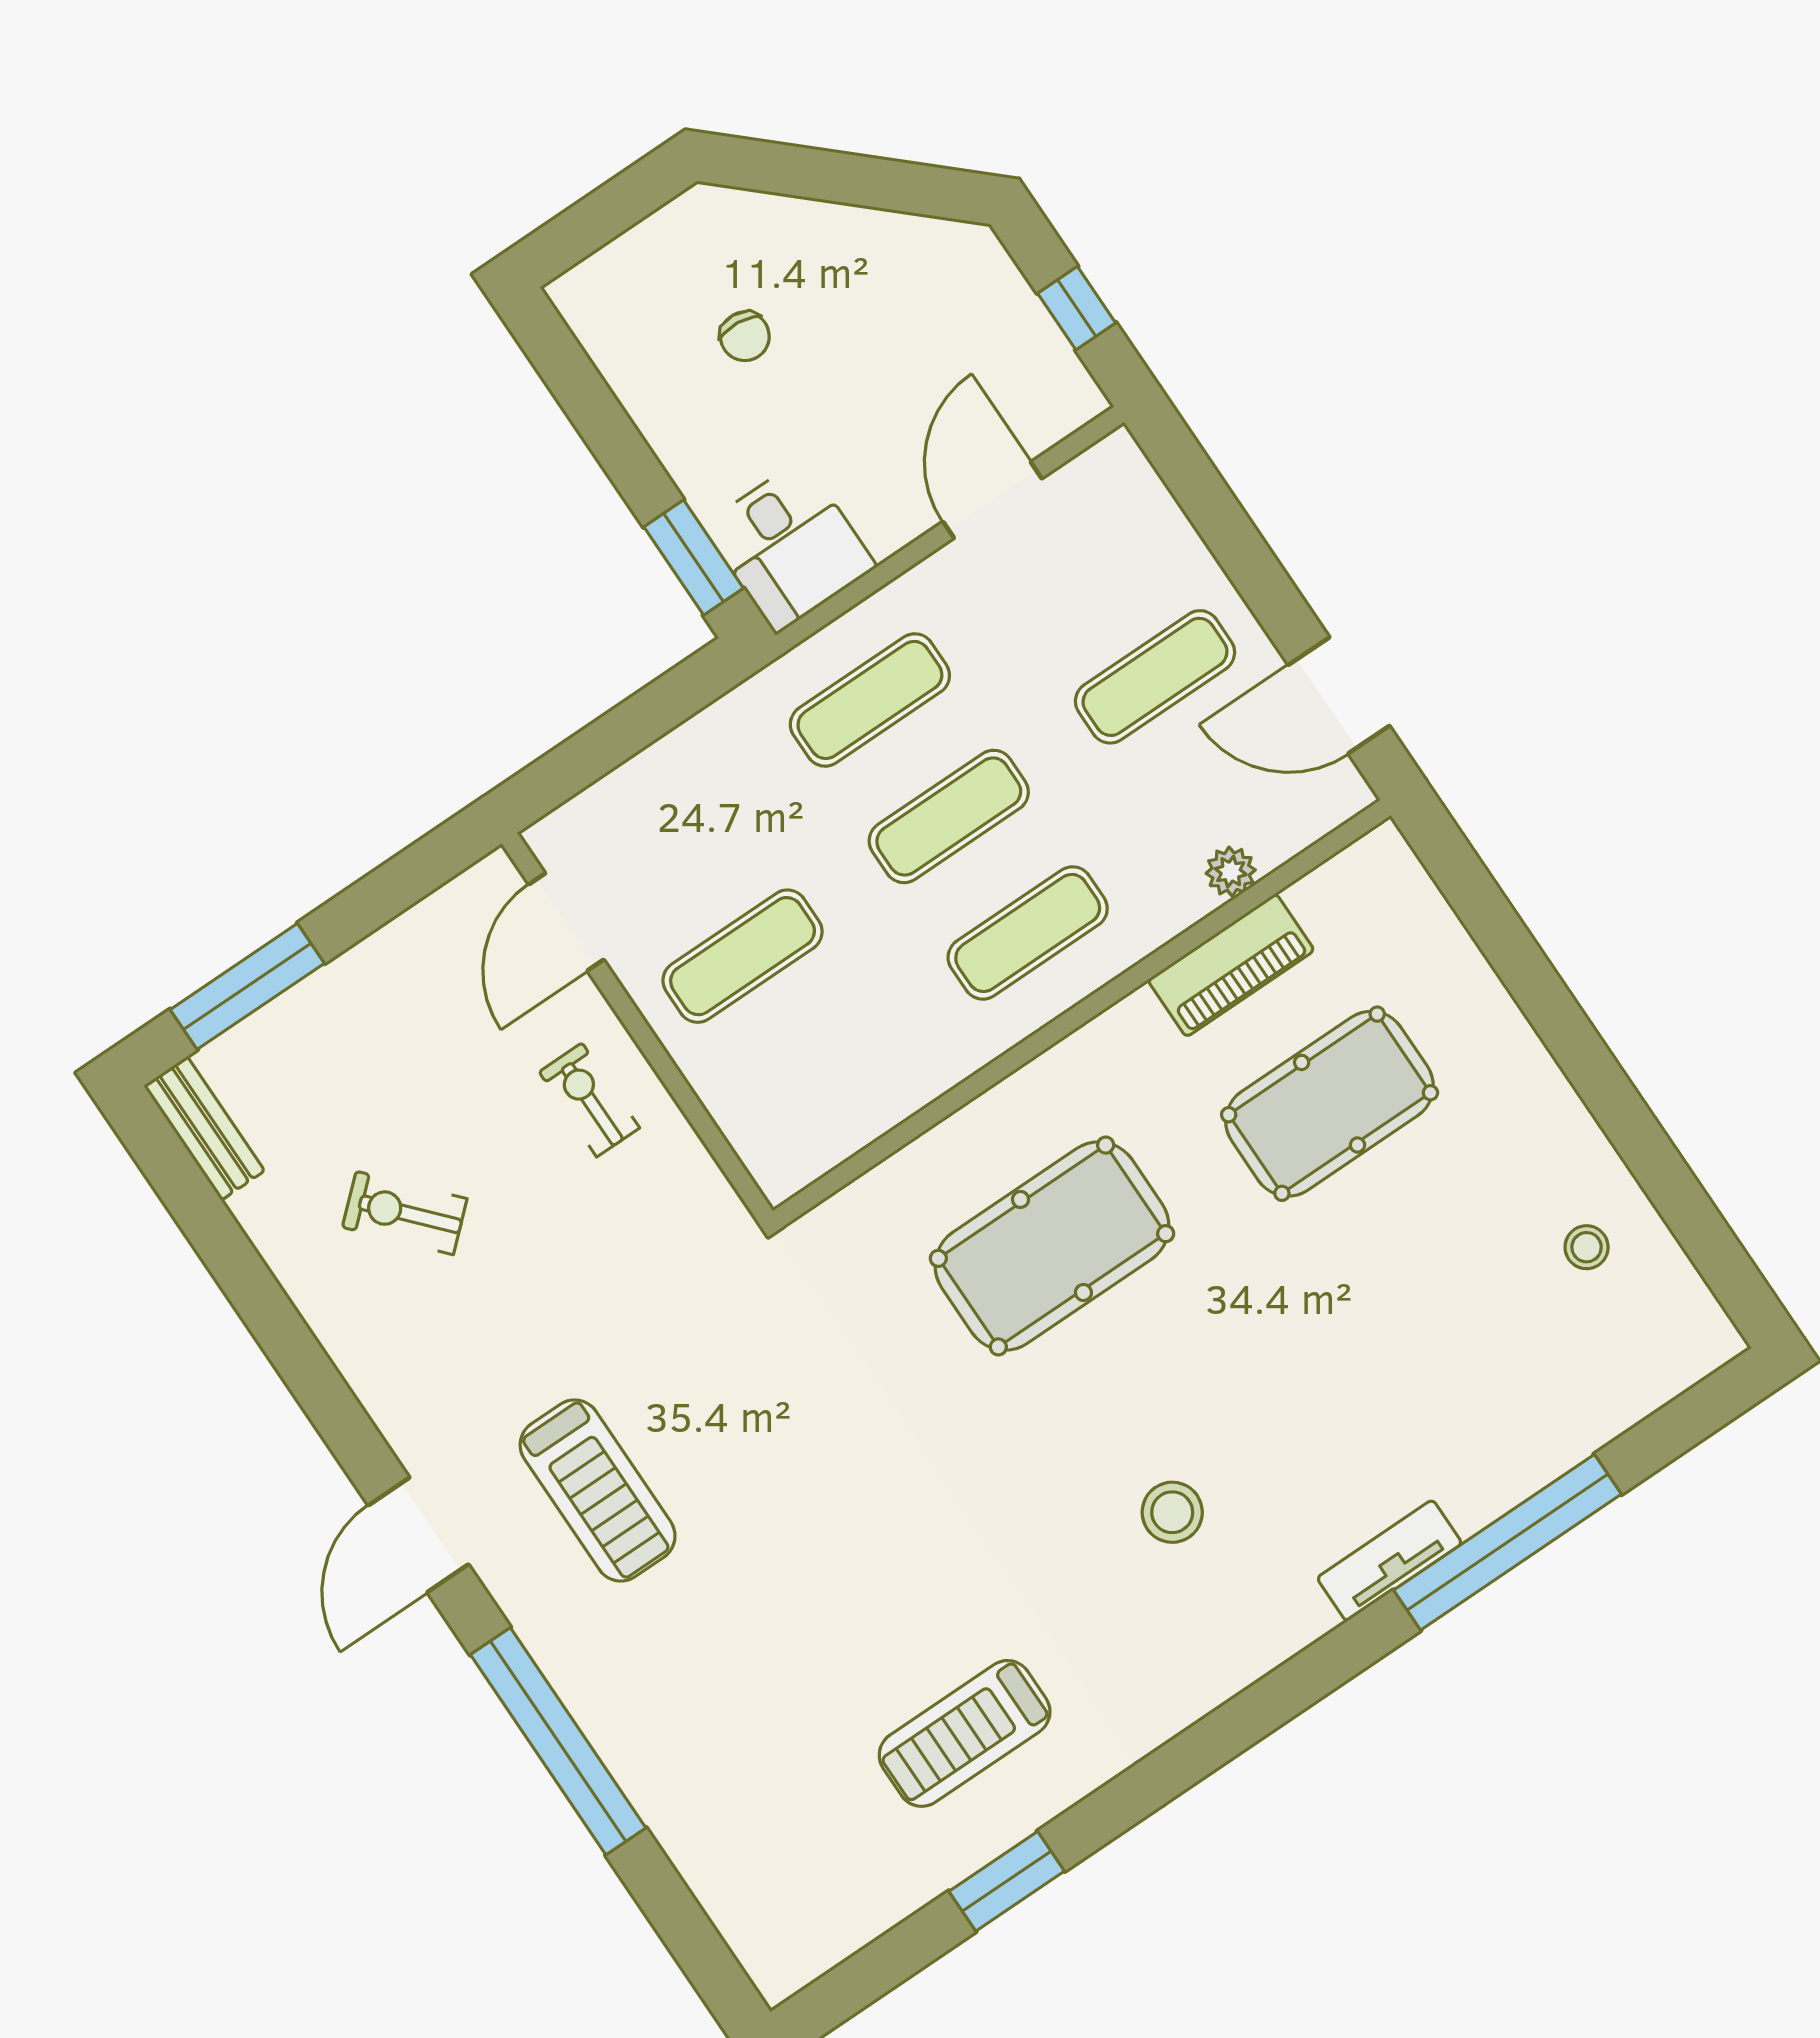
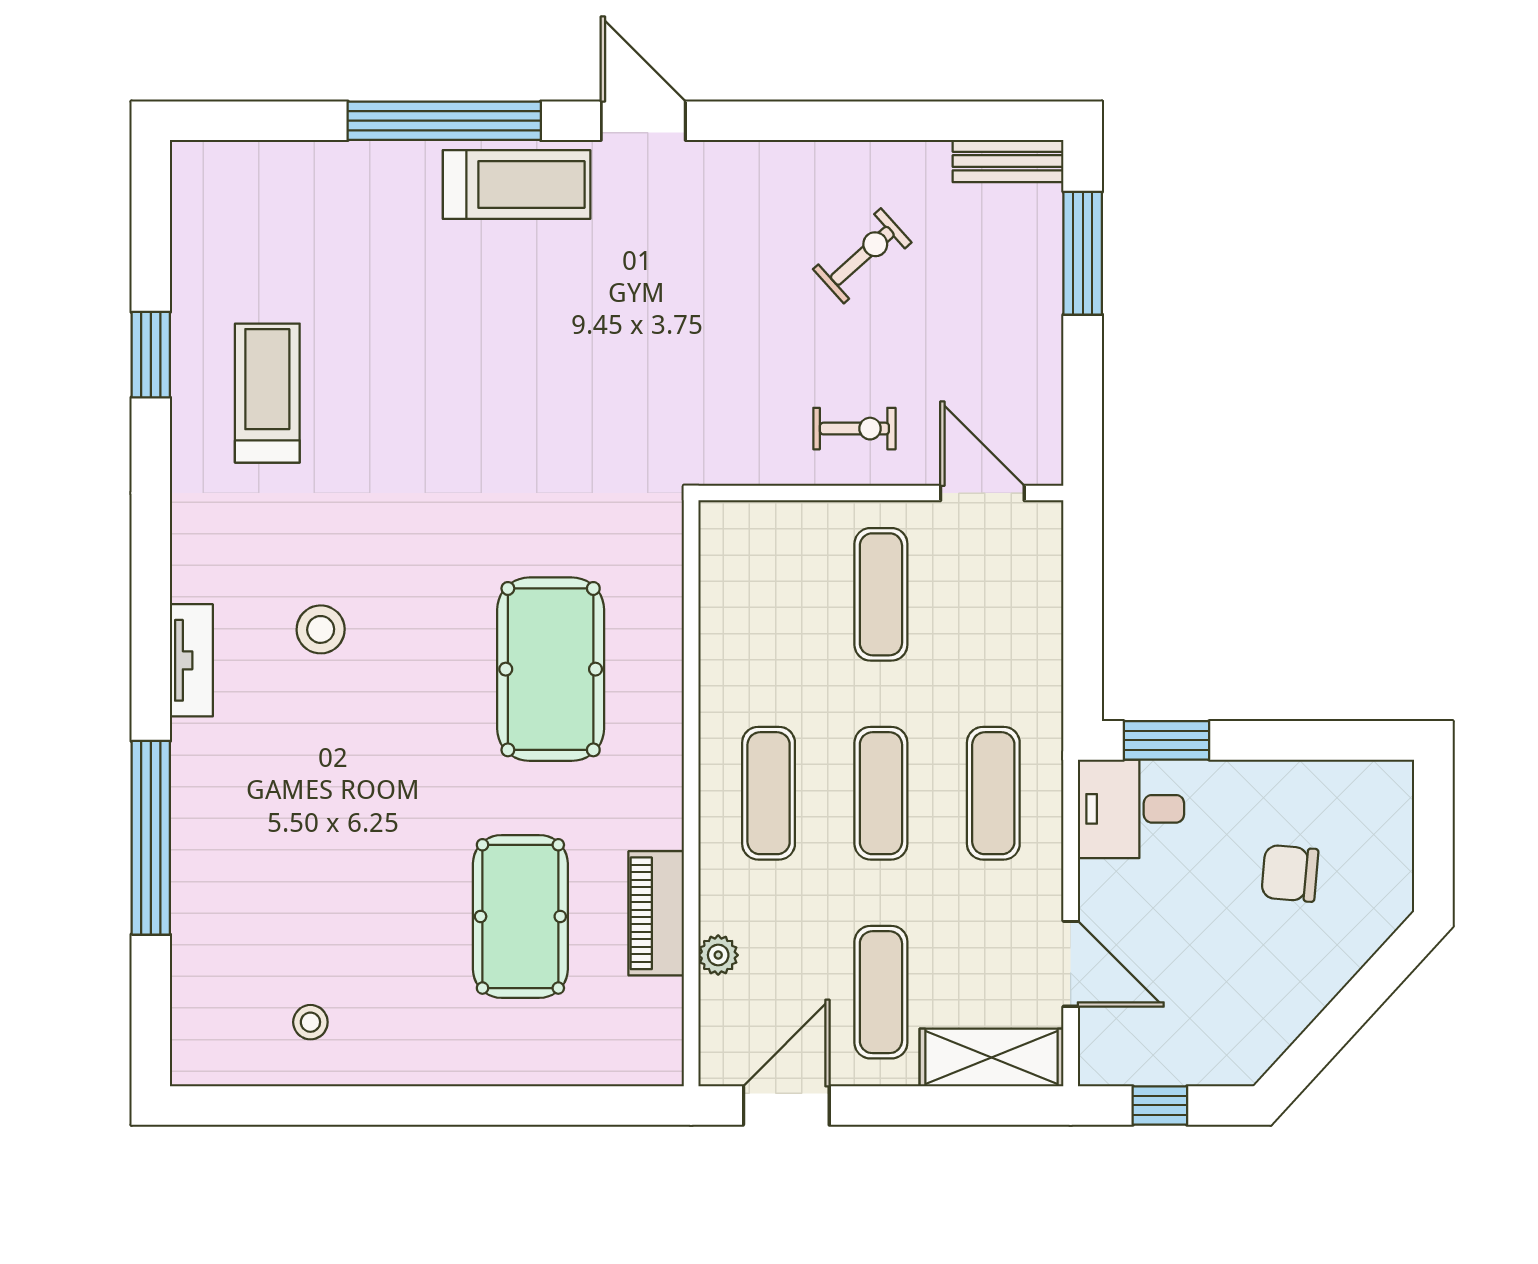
chair: (745, 336) -> (1290, 873), width x1.37, depth x1.37
shelving: (1145, 516) -> (992, 1057), added
treadmill: (598, 1490) -> (517, 184), moved, turned 180
tv unit: (1389, 1561) -> (191, 660), moved

